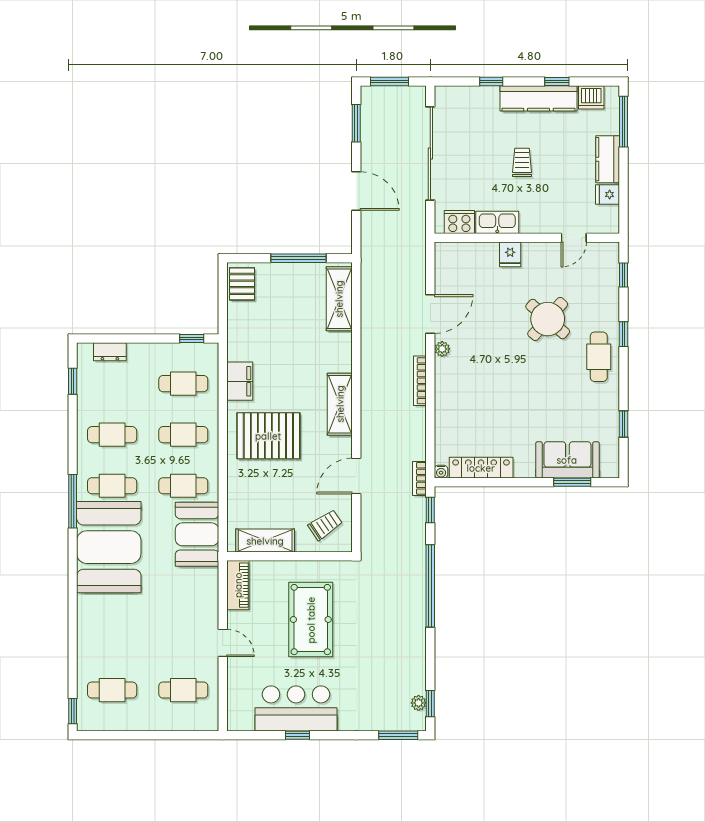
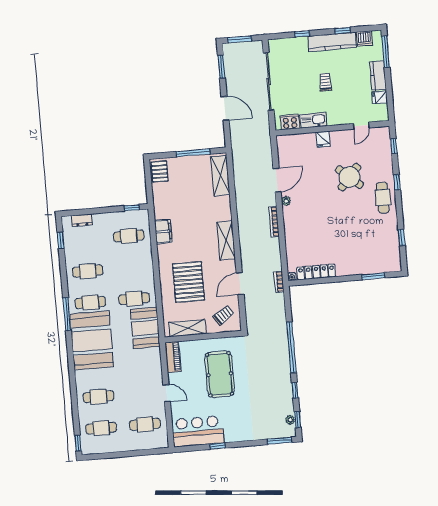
cafe table: (183, 435) -> (98, 397), moved
pallet: (268, 436) -> (188, 282), moved, turned 90
sofa: (567, 460) -> (369, 263), removed
window: (430, 510) -> (295, 390), moved
bar counter: (296, 708) -> (198, 431), moved

